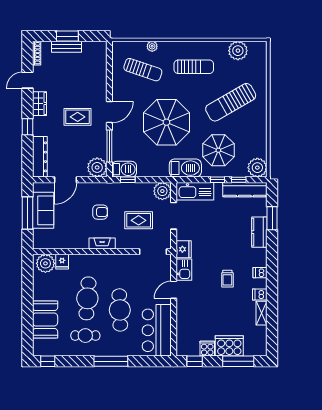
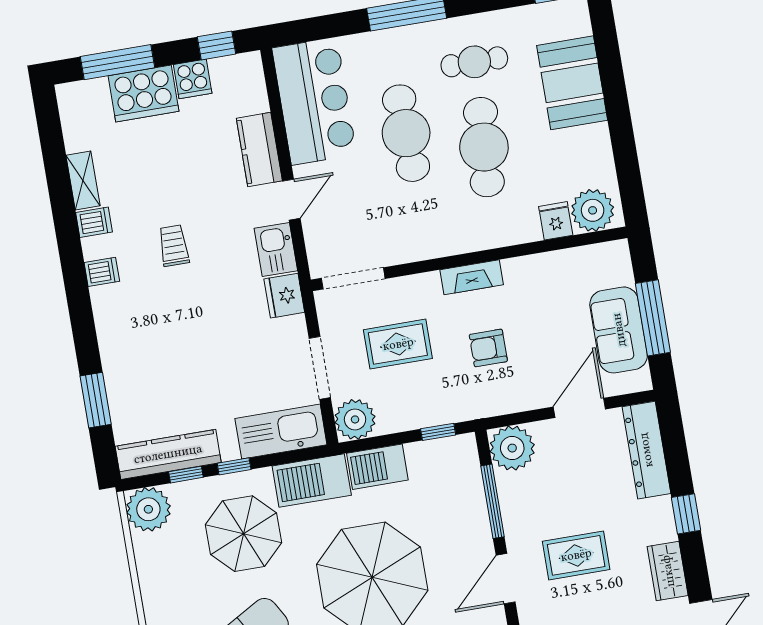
barbecue: (124, 169) -> (377, 467), moved
kitchen counter: (259, 232) -> (259, 150), moved, turned 180

